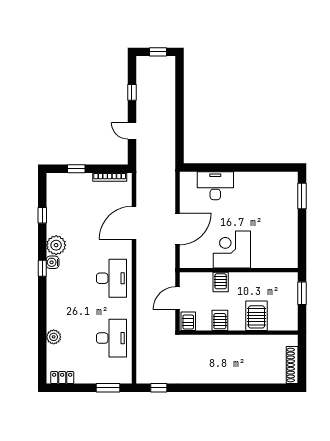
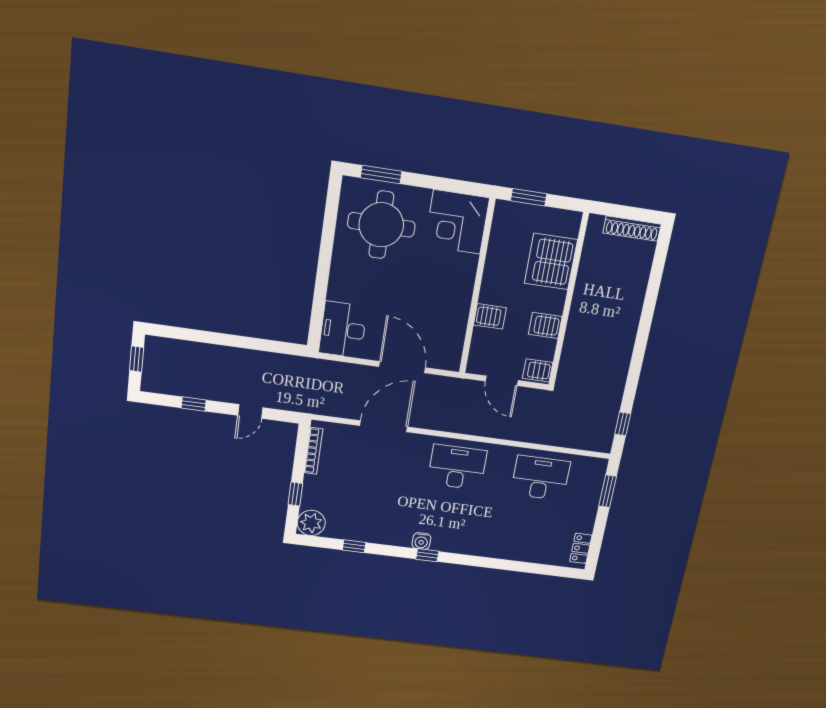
desk: (215, 186) -> (343, 330), moved
round table: (270, 201) -> (381, 225), added
door: (134, 223) -> (384, 426), swing flipped
plant: (56, 245) -> (311, 523), moved
corner desk: (232, 250) -> (457, 222), moved
server rack: (257, 316) -> (551, 262), width x1.60
plant: (54, 337) -> (524, 552), removed

